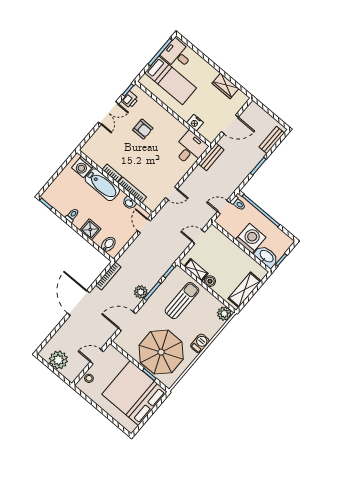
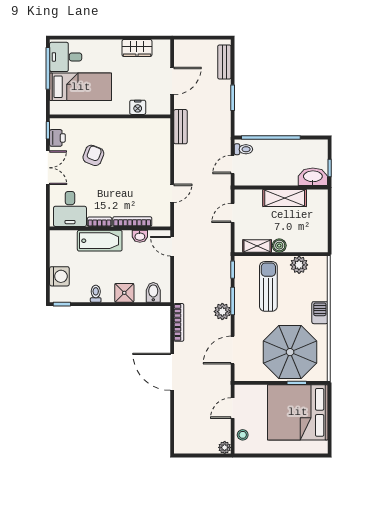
armchair: (143, 129) -> (93, 155), turned -69
desk: (190, 149) -> (70, 209), moved, turned 180
washing machine: (82, 167) -> (59, 276), moved, turned -90
washing machine: (251, 238) -> (284, 172), removed
shelving: (245, 290) -> (285, 198), moved, turned 90
plant: (224, 314) -> (299, 265), moved
plant: (58, 360) -> (225, 447), moved, width x0.53, depth x0.53

